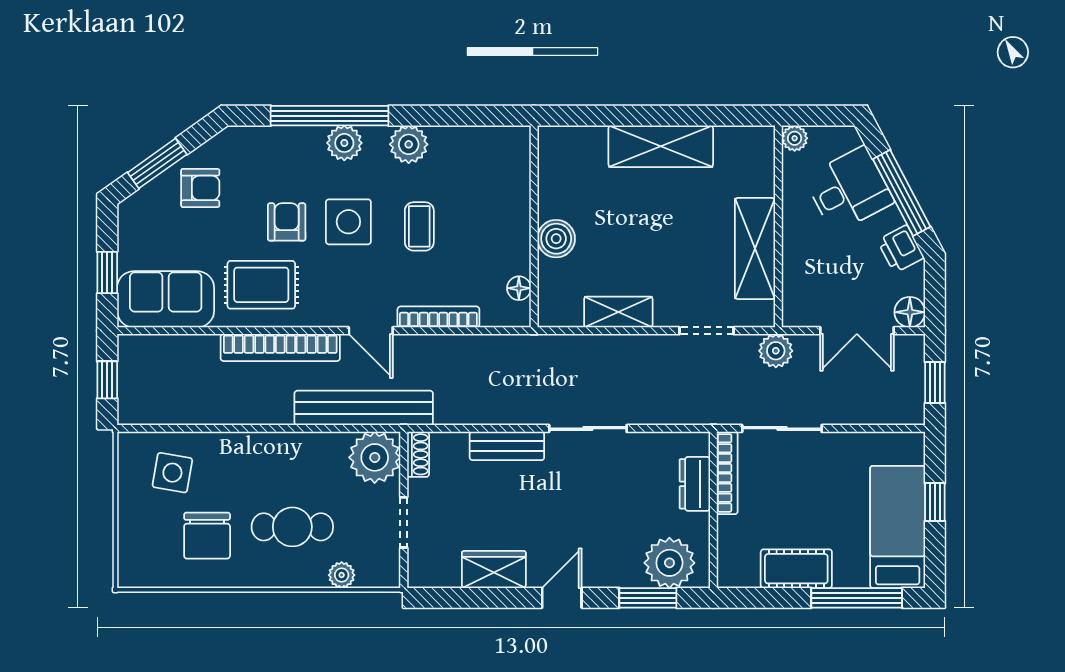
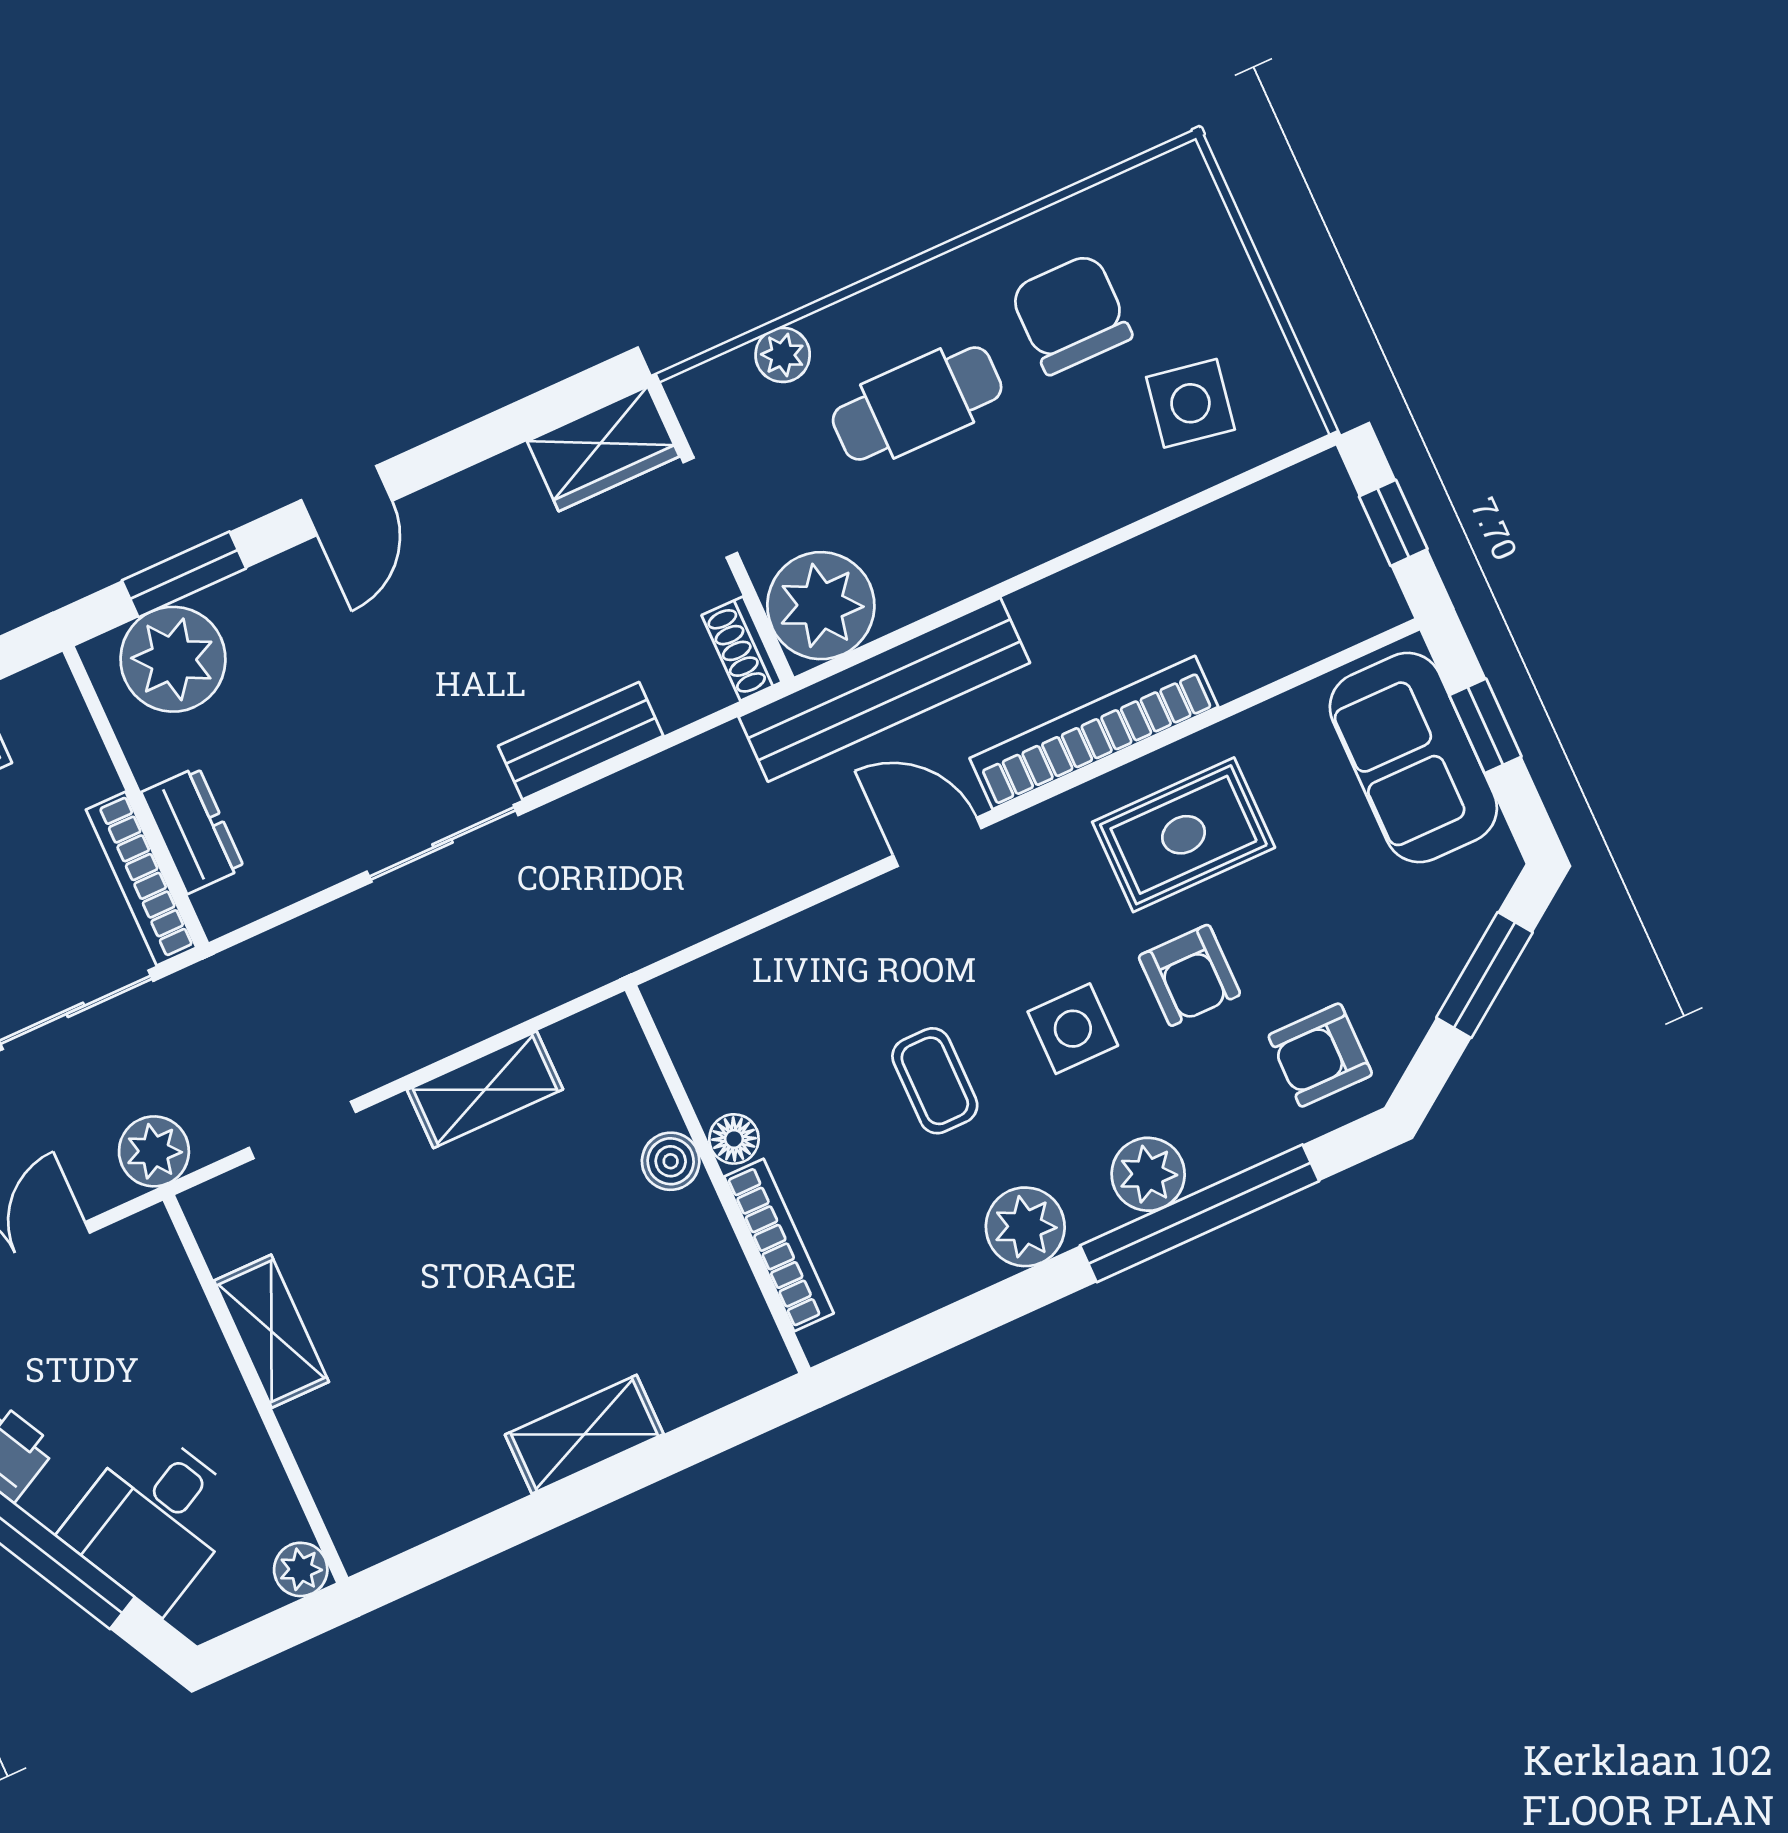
shelving: (661, 146) -> (584, 1434), width x0.67, depth x0.75
armchair: (200, 188) -> (1320, 1055), moved
side table: (348, 222) -> (1073, 1029), width x0.73, depth x0.73
boiler: (556, 239) -> (671, 1161), width x0.73, depth x0.73
shelving: (755, 249) -> (271, 1331), width x0.67, depth x0.75
floor lamp: (519, 288) -> (734, 1139), moved
sofa: (166, 299) -> (1413, 758), moved, turned 90
bookcase: (438, 317) -> (779, 1245), moved, turned -90
wardrobe: (494, 570) -> (603, 449), moved

